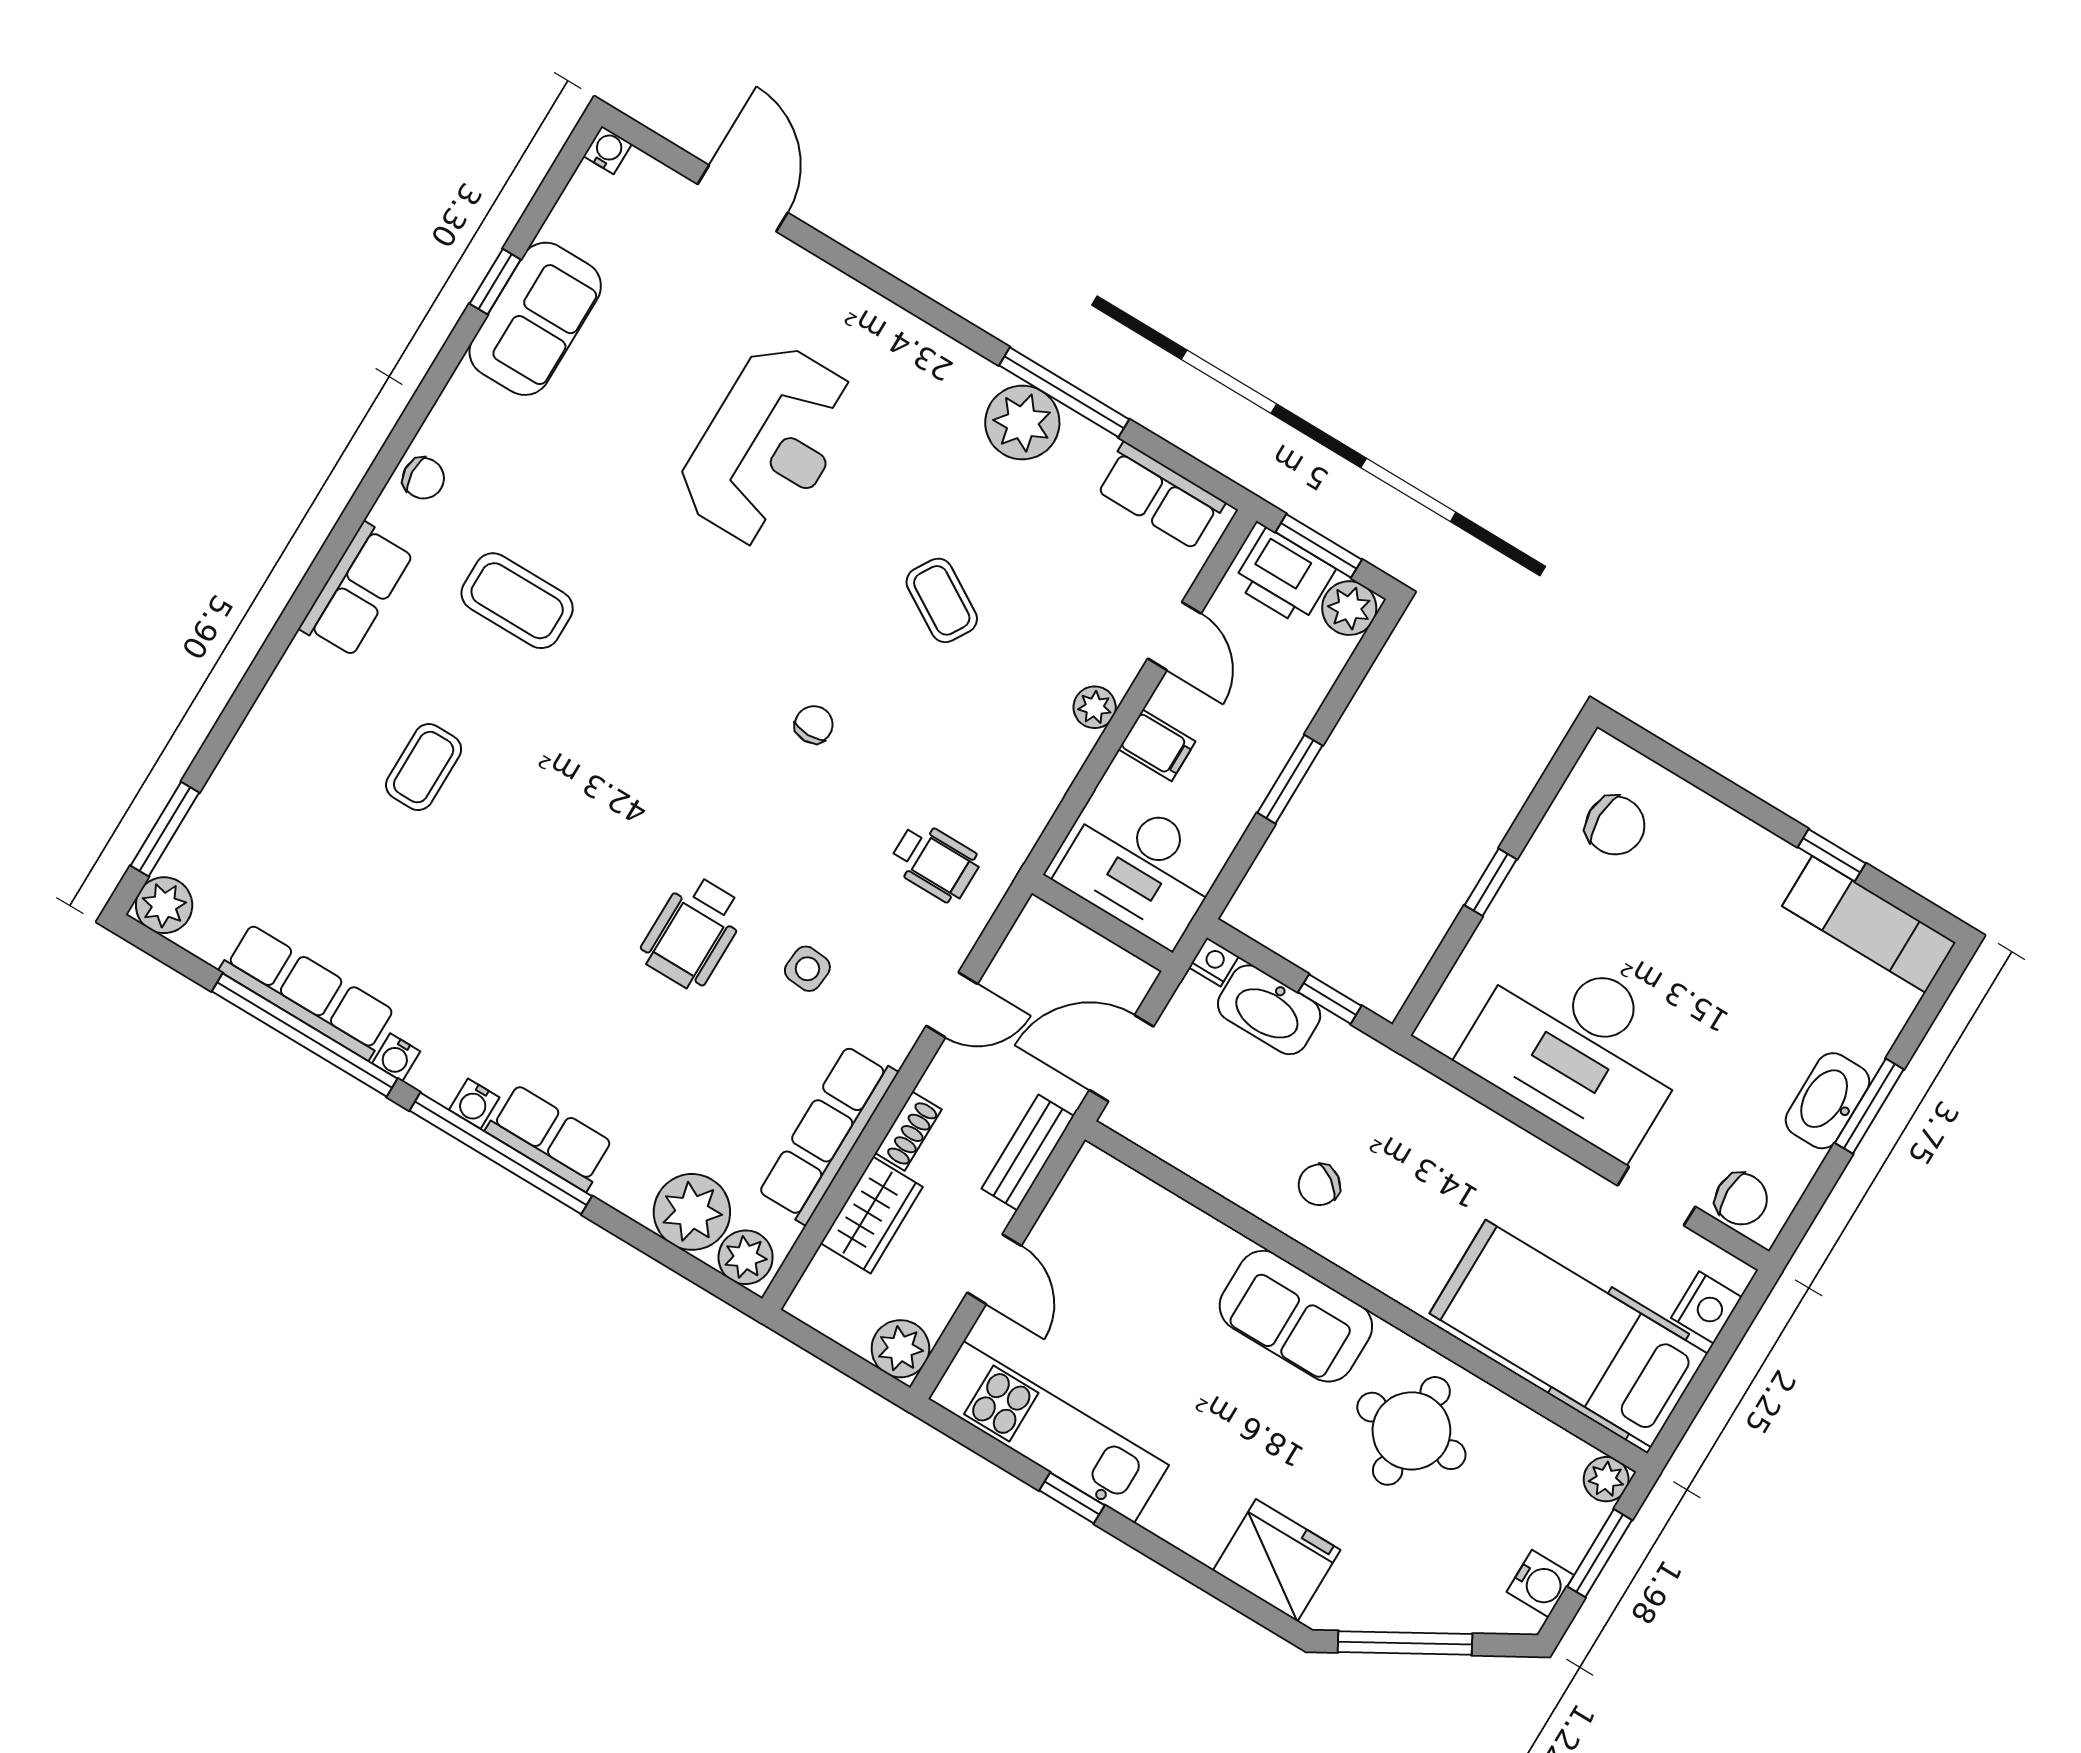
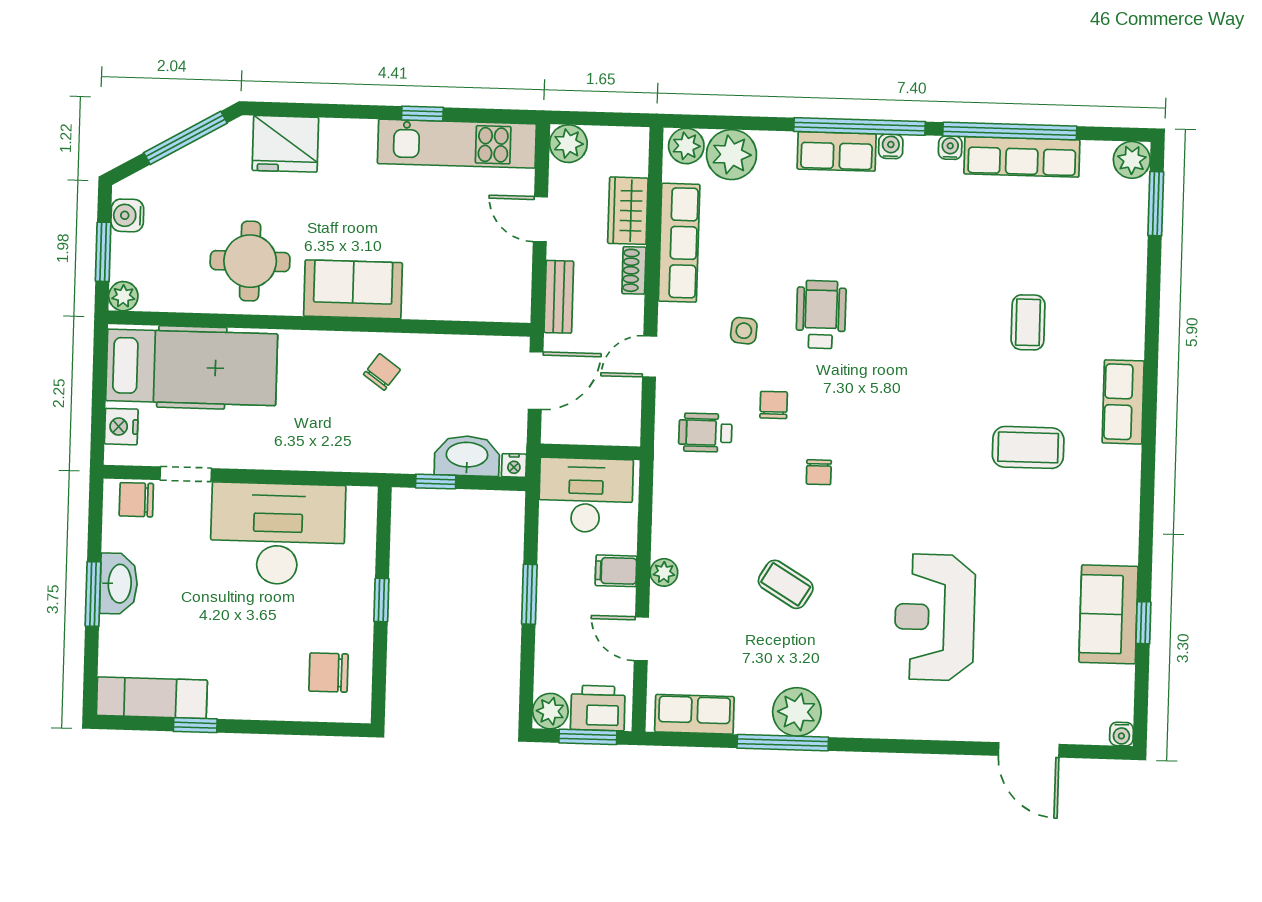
chair: (423, 478) -> (774, 405), moved, turned 93

